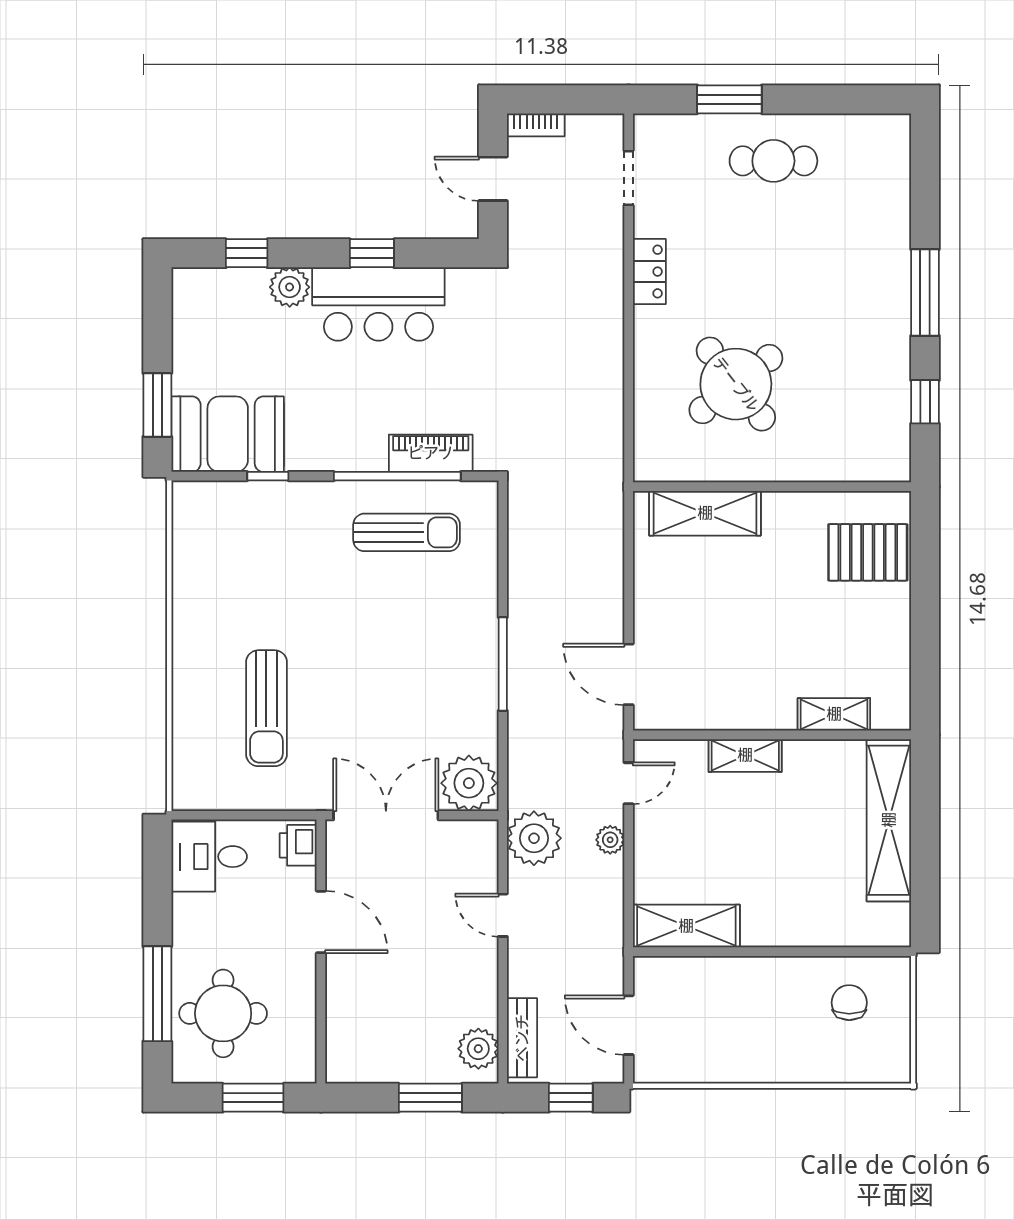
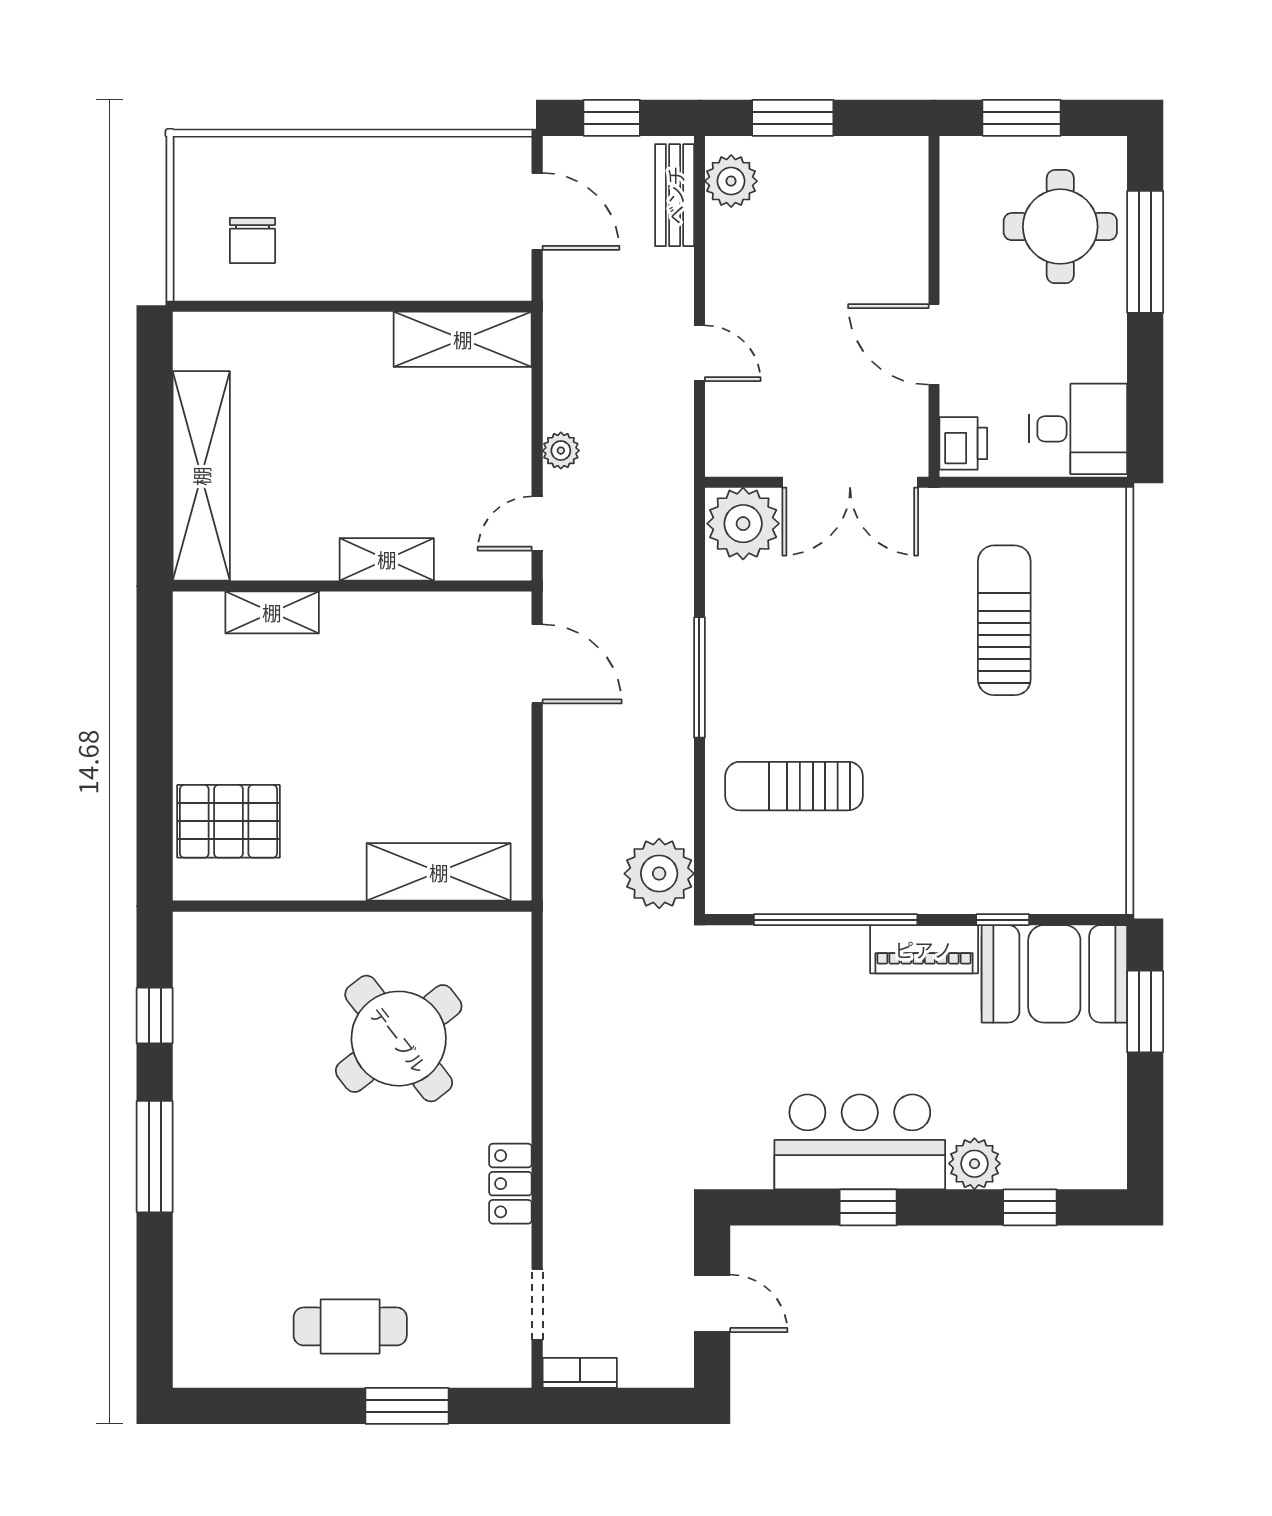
bookcase: (536, 125) -> (580, 1373), moved
piano: (431, 453) -> (924, 949), moved
sun lounger: (407, 532) -> (794, 786), moved
plant: (534, 838) -> (659, 874), moved

